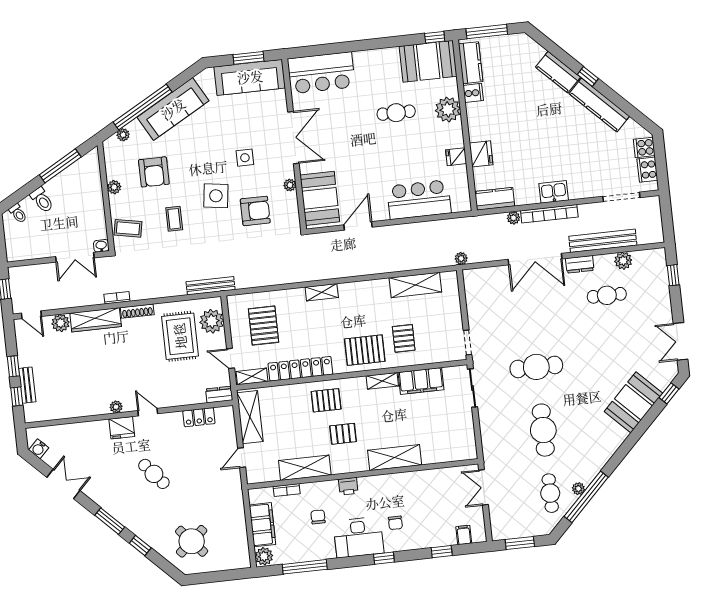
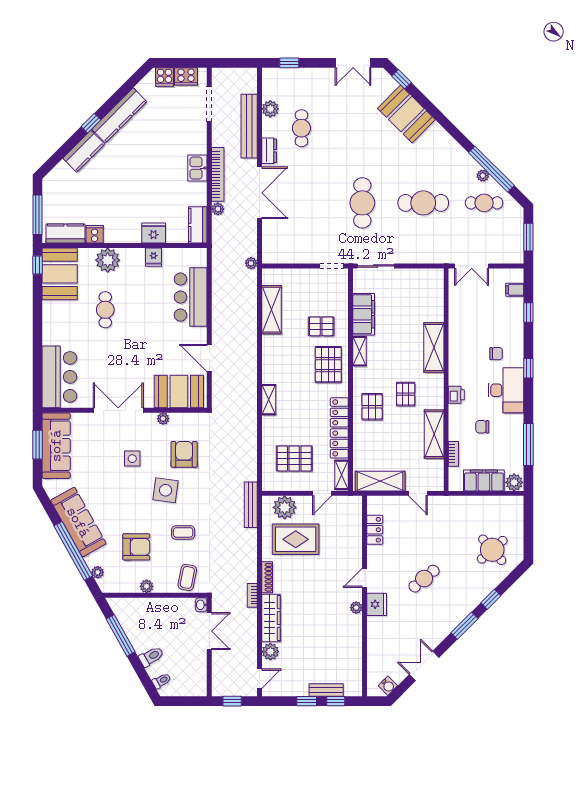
dresser: (219, 395) -> (355, 508), removed

